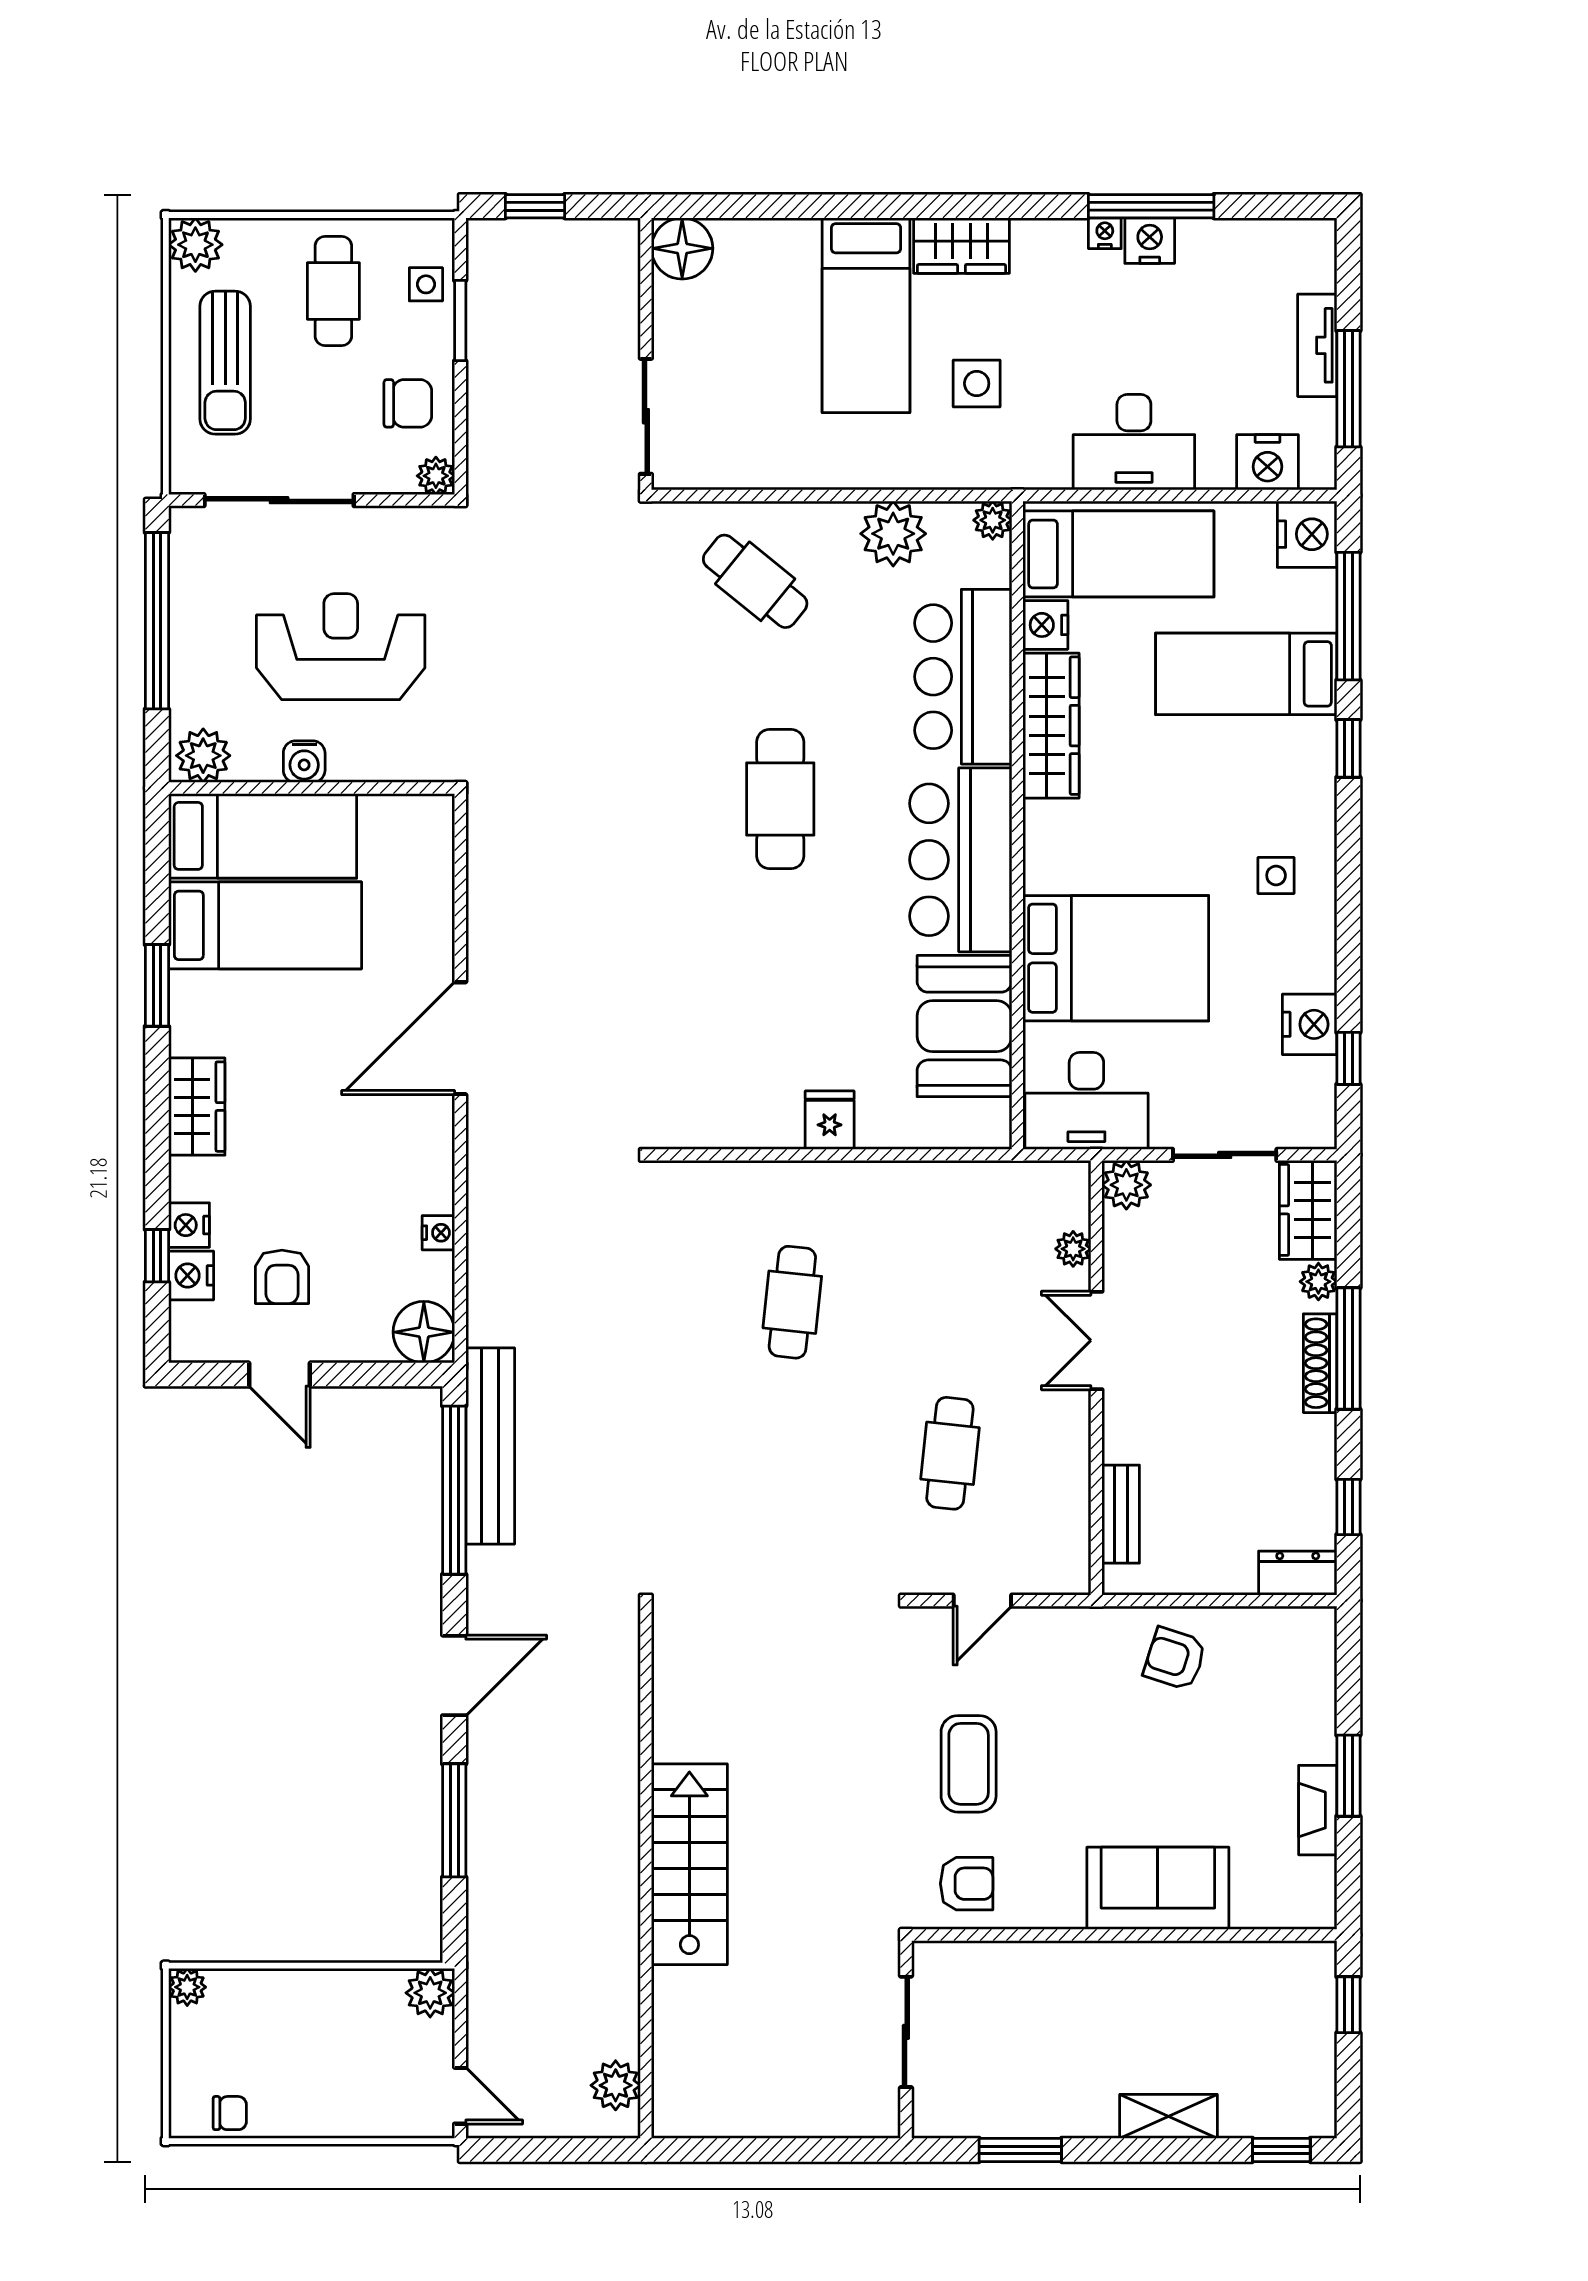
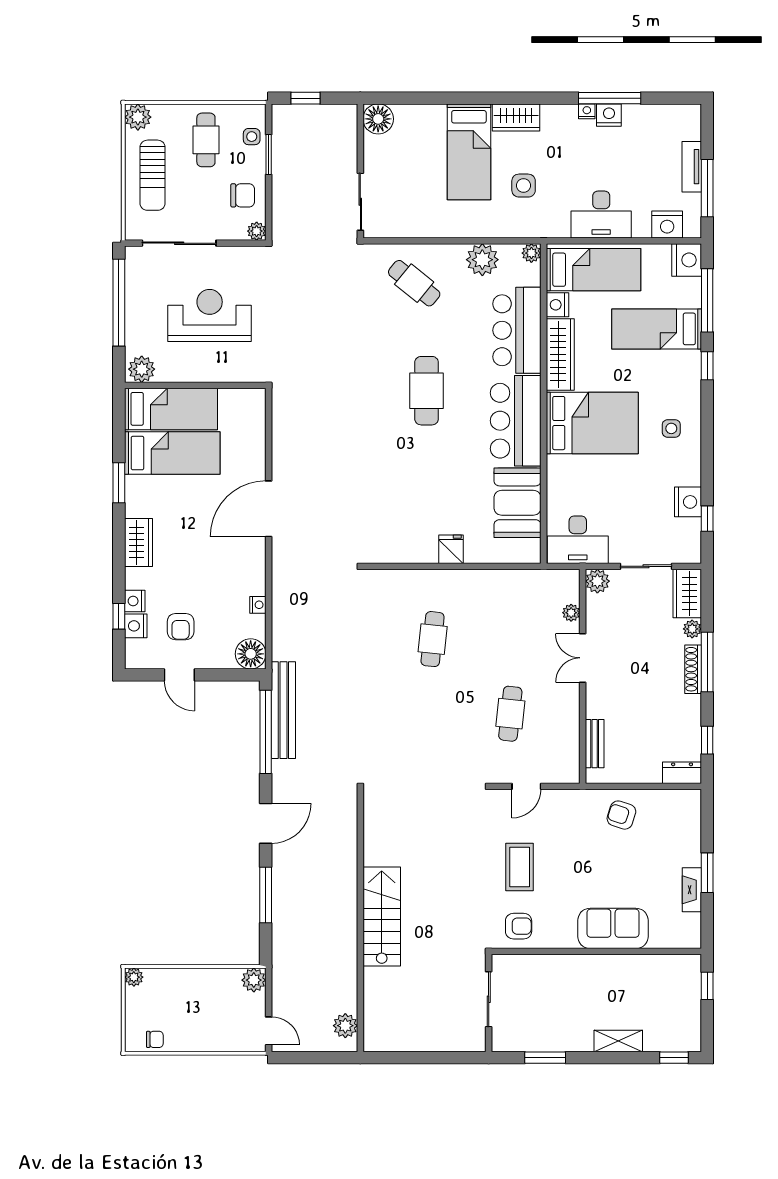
water cooler: (304, 762) -> (192, 372), removed
bed: (1116, 958) -> (592, 423), moved

